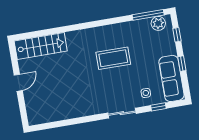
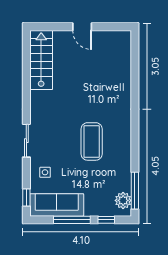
stairs: (41, 46) -> (41, 60), moved, turned 180
window: (182, 64) -> (72, 220), width x2.17
window: (158, 107) -> (26, 198), moved

